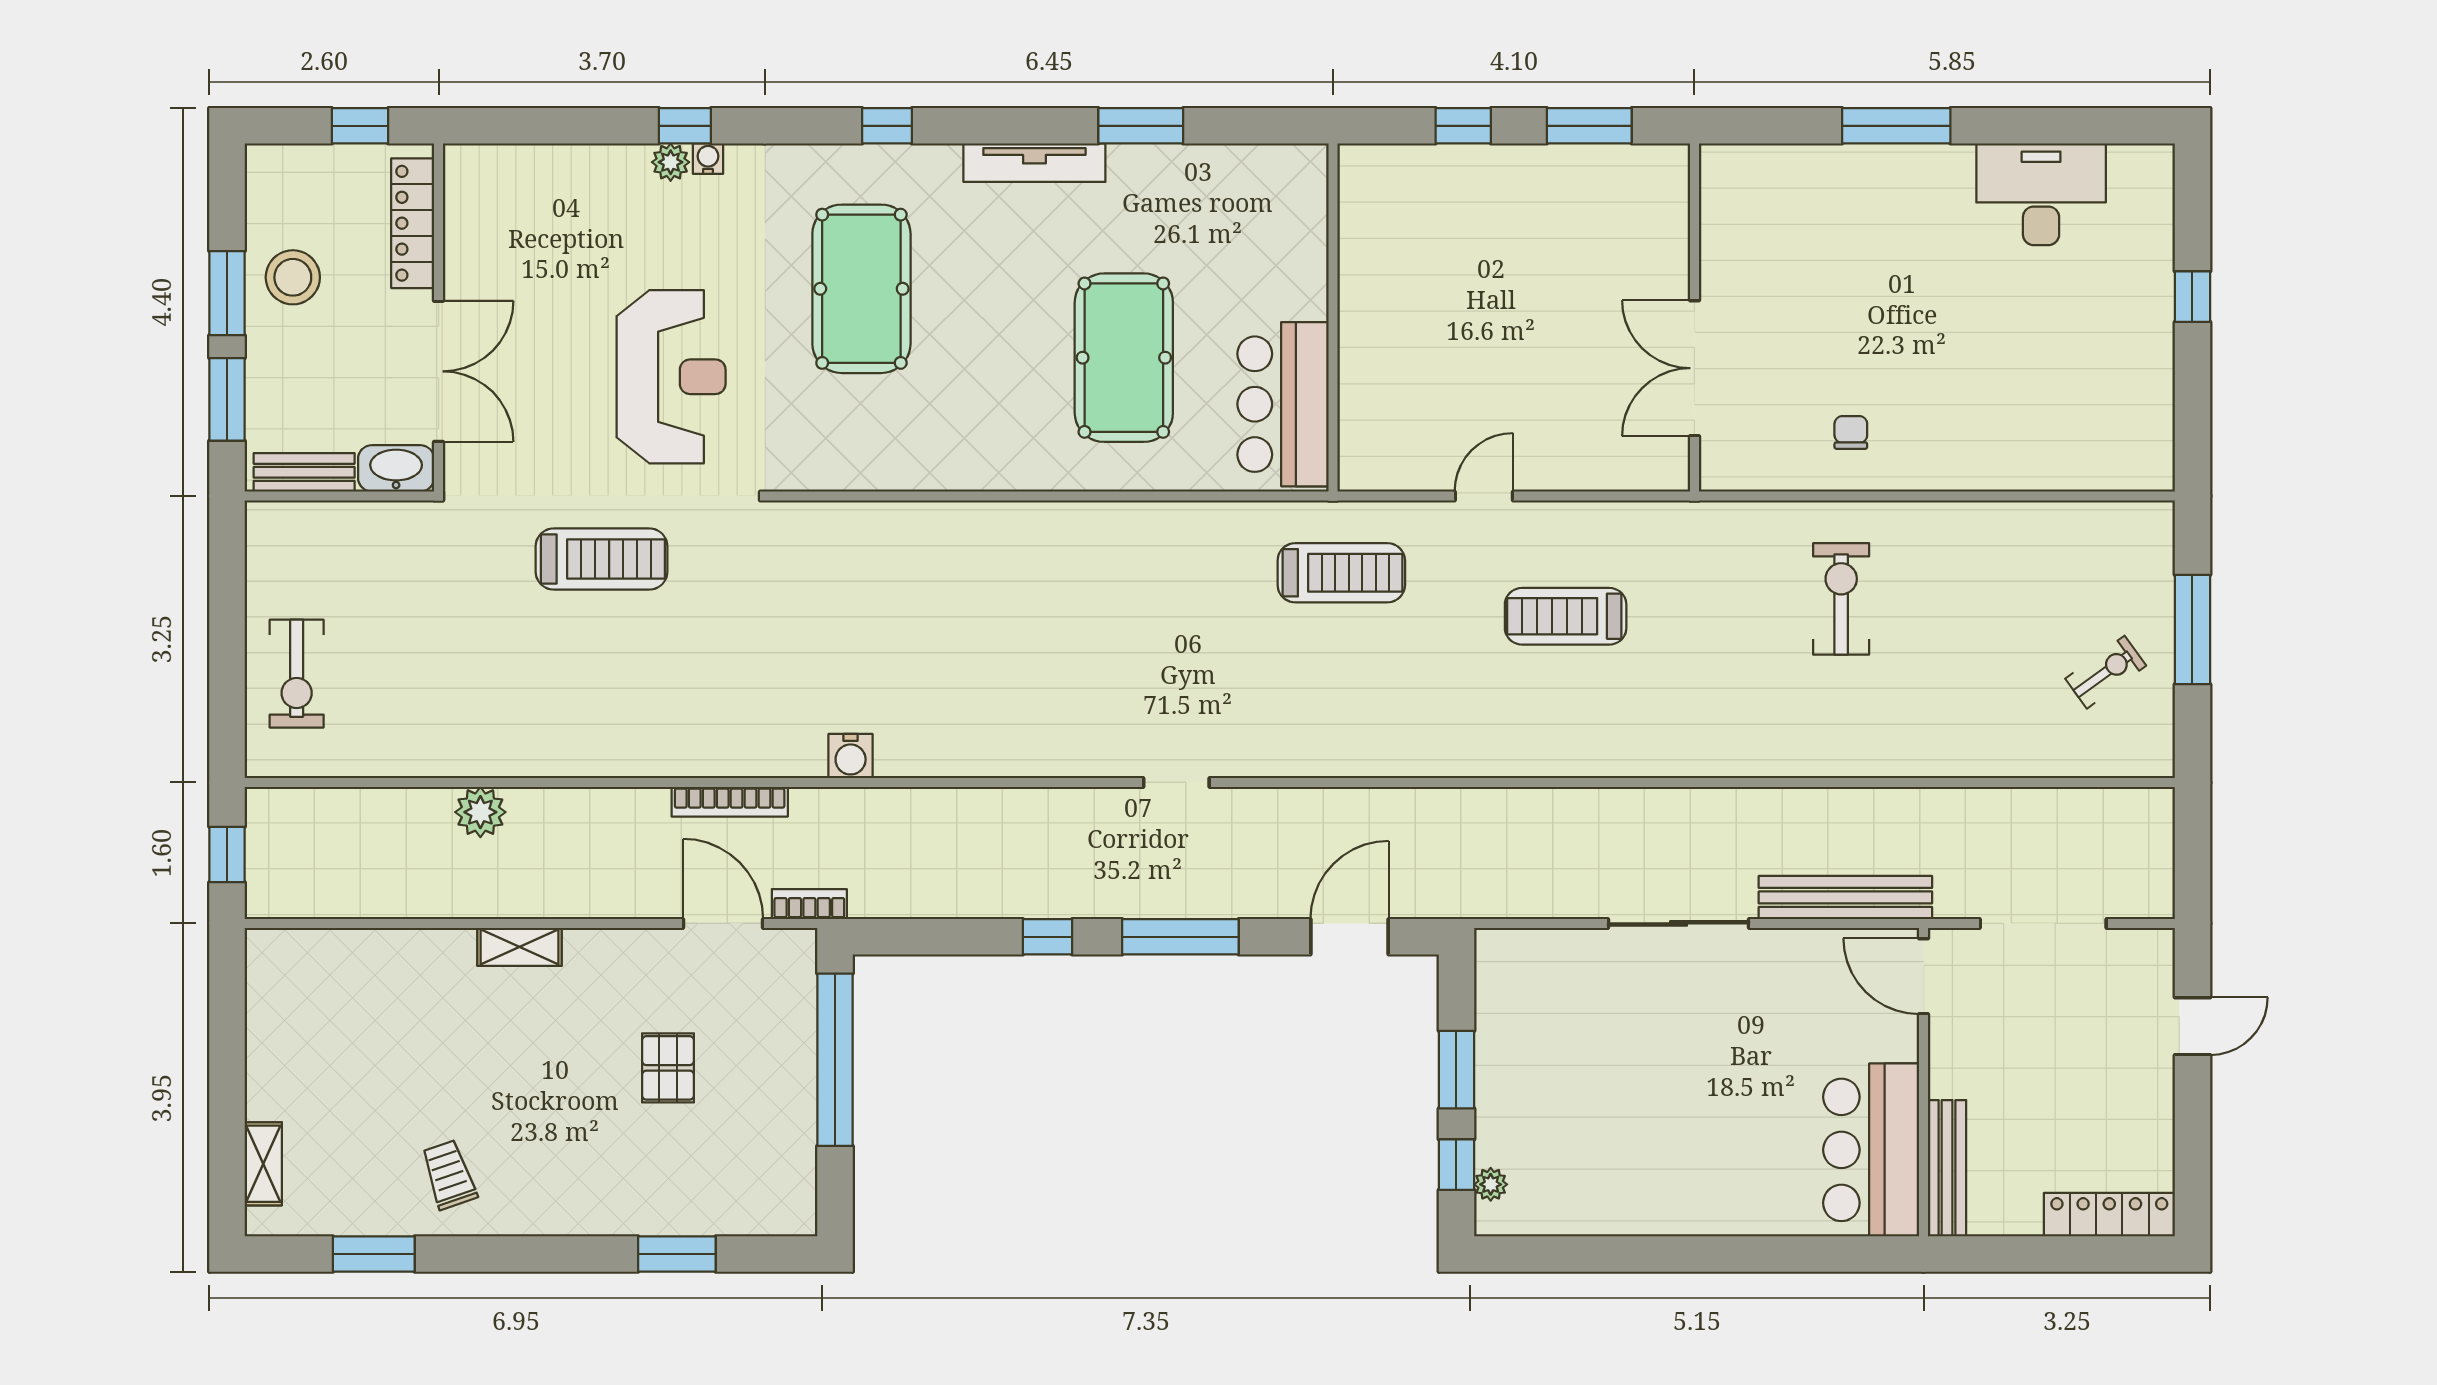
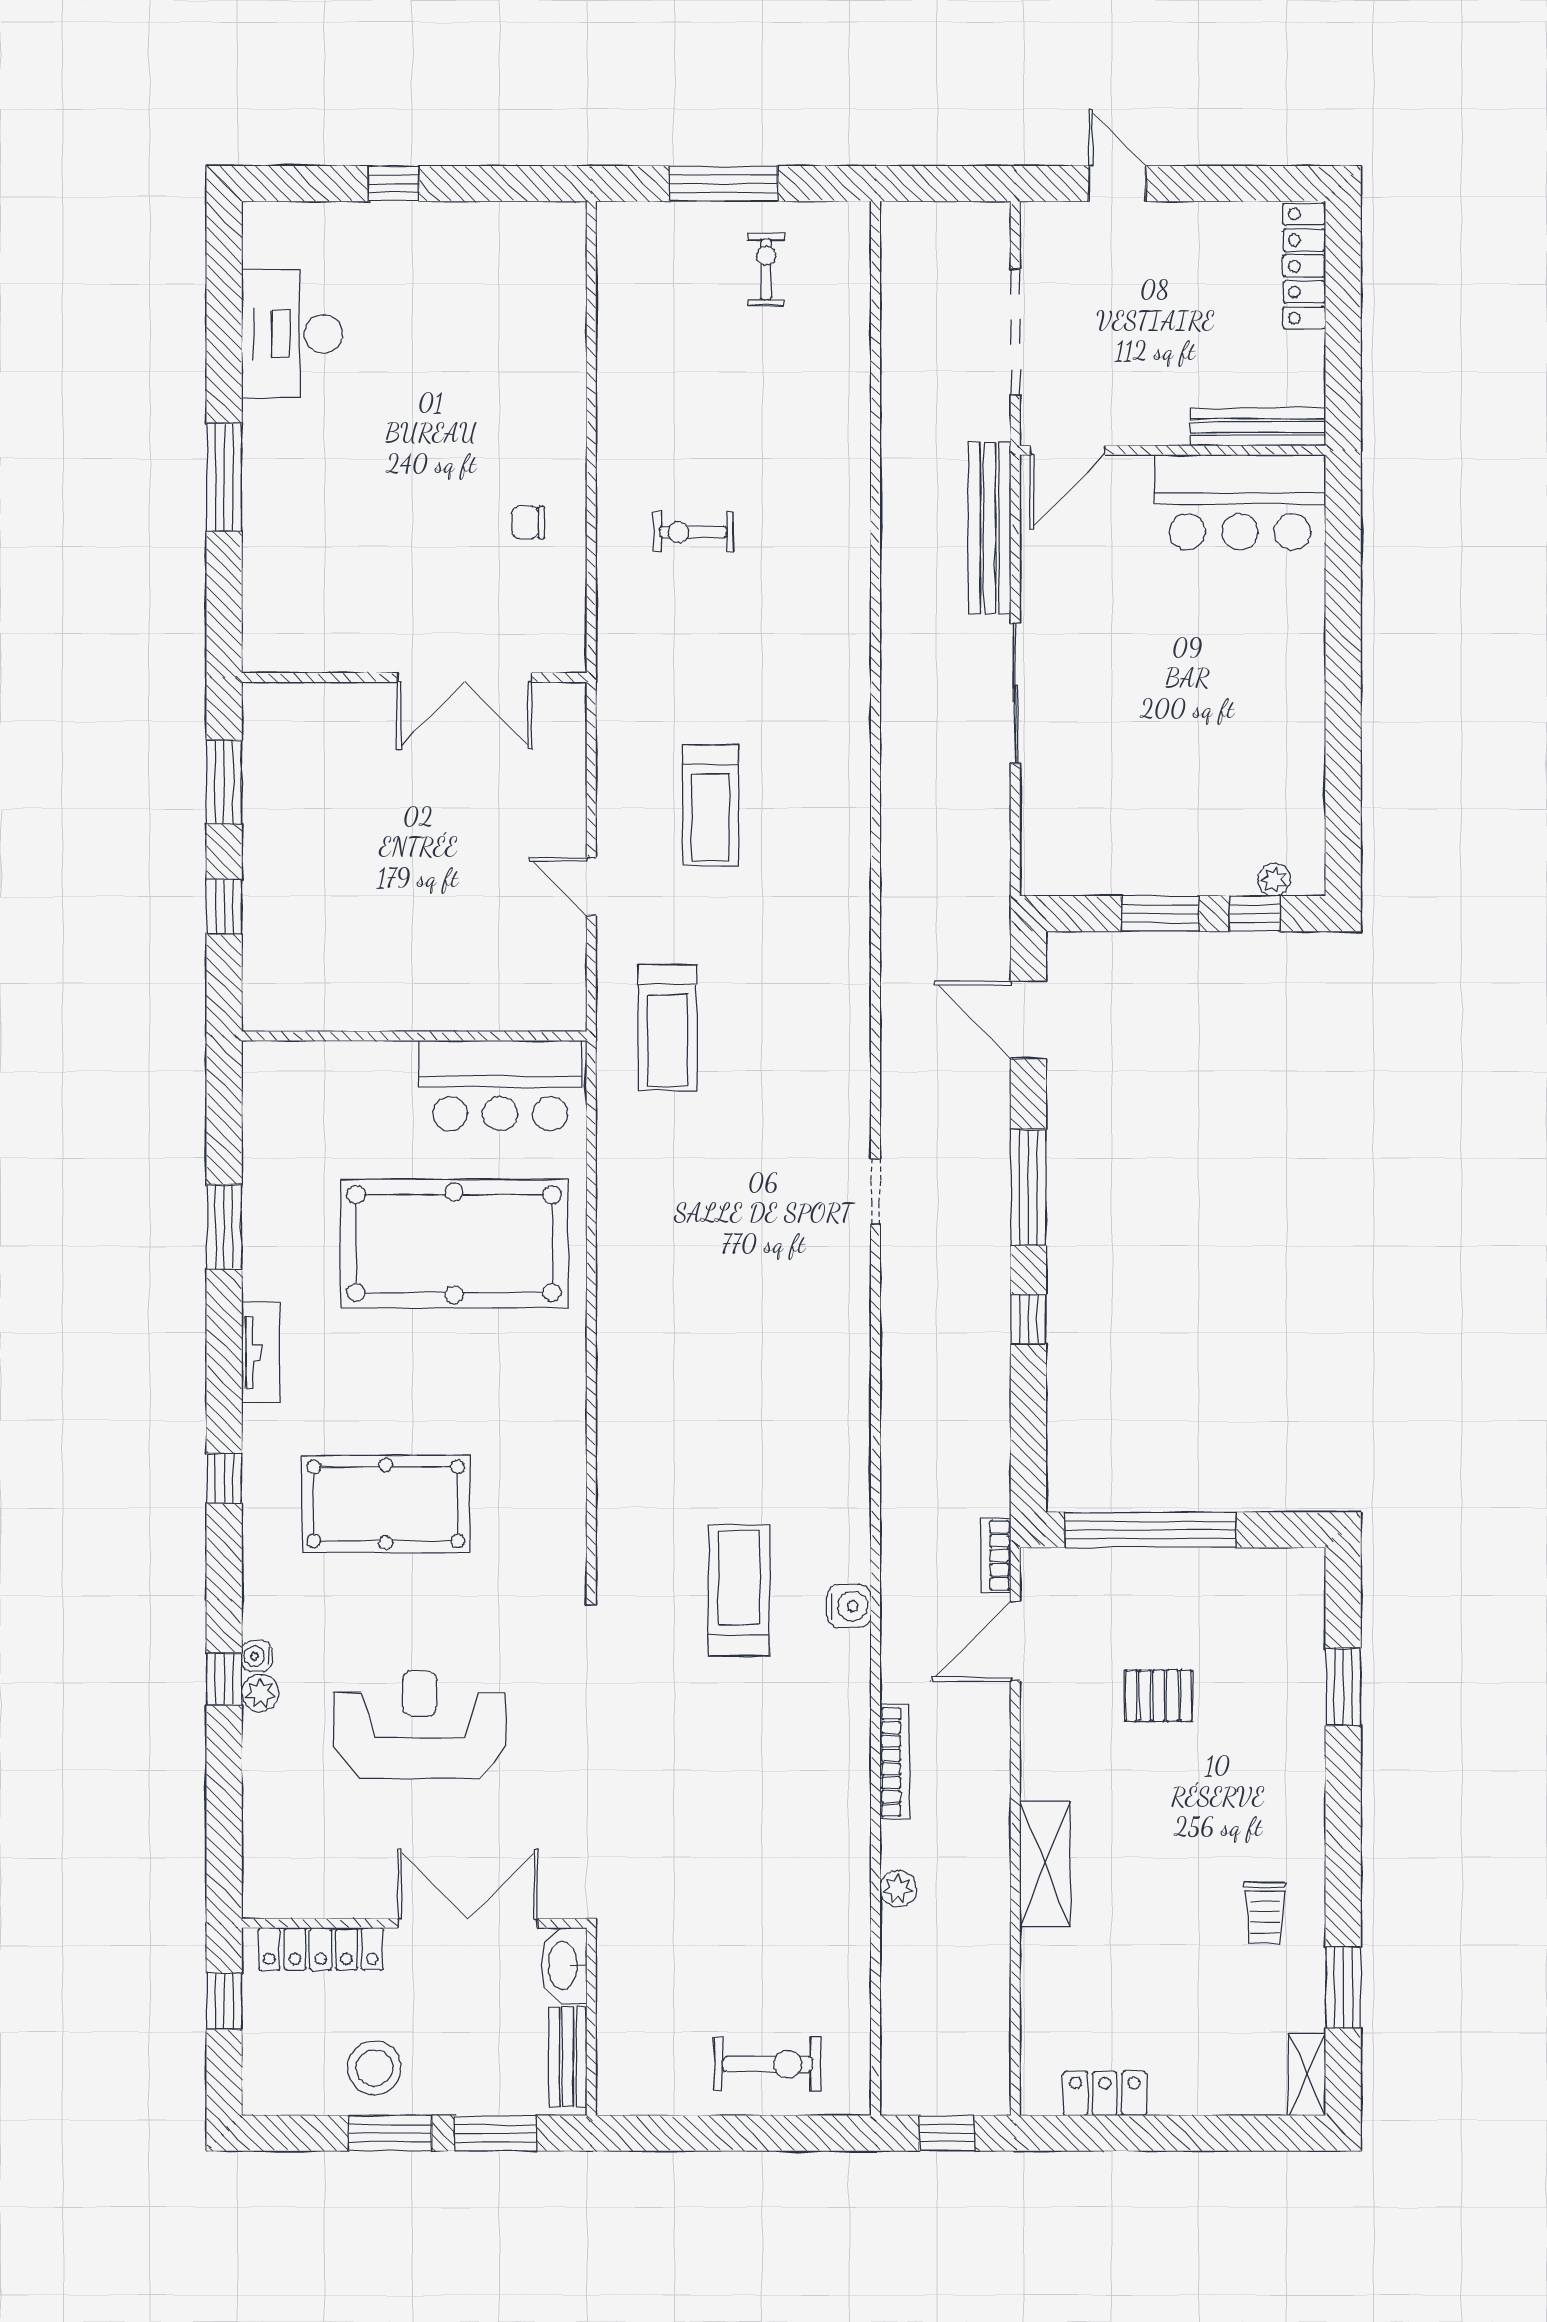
tv unit: (1034, 163) -> (261, 1353), width x0.71
pool table: (1124, 358) -> (454, 1244), width x1.36, depth x1.32
reception desk: (671, 377) -> (420, 1725), moved
treadmill: (602, 559) -> (739, 1590), moved
treadmill: (1341, 573) -> (667, 1028), turned 180
exercise bike: (1841, 599) -> (693, 532), width x0.73, depth x0.72
exercise bike: (2106, 672) -> (766, 270), turned 36
water cooler: (851, 756) -> (849, 1606), moved
bookcase: (730, 802) -> (895, 1762), moved
plant: (480, 812) -> (898, 1889), width x0.73, depth x0.73
shelving: (520, 947) -> (1045, 1864), width x1.50, depth x1.33
locker: (267, 1014) -> (1105, 2093), added
shelving: (263, 1164) -> (1307, 2074), moved, turned 90
trolley: (449, 1175) -> (1265, 1913), turned -71

